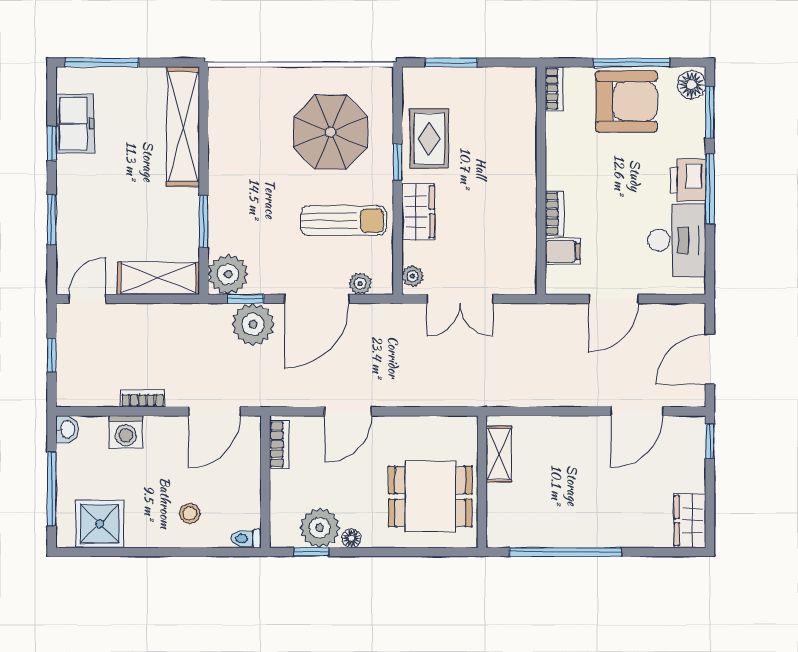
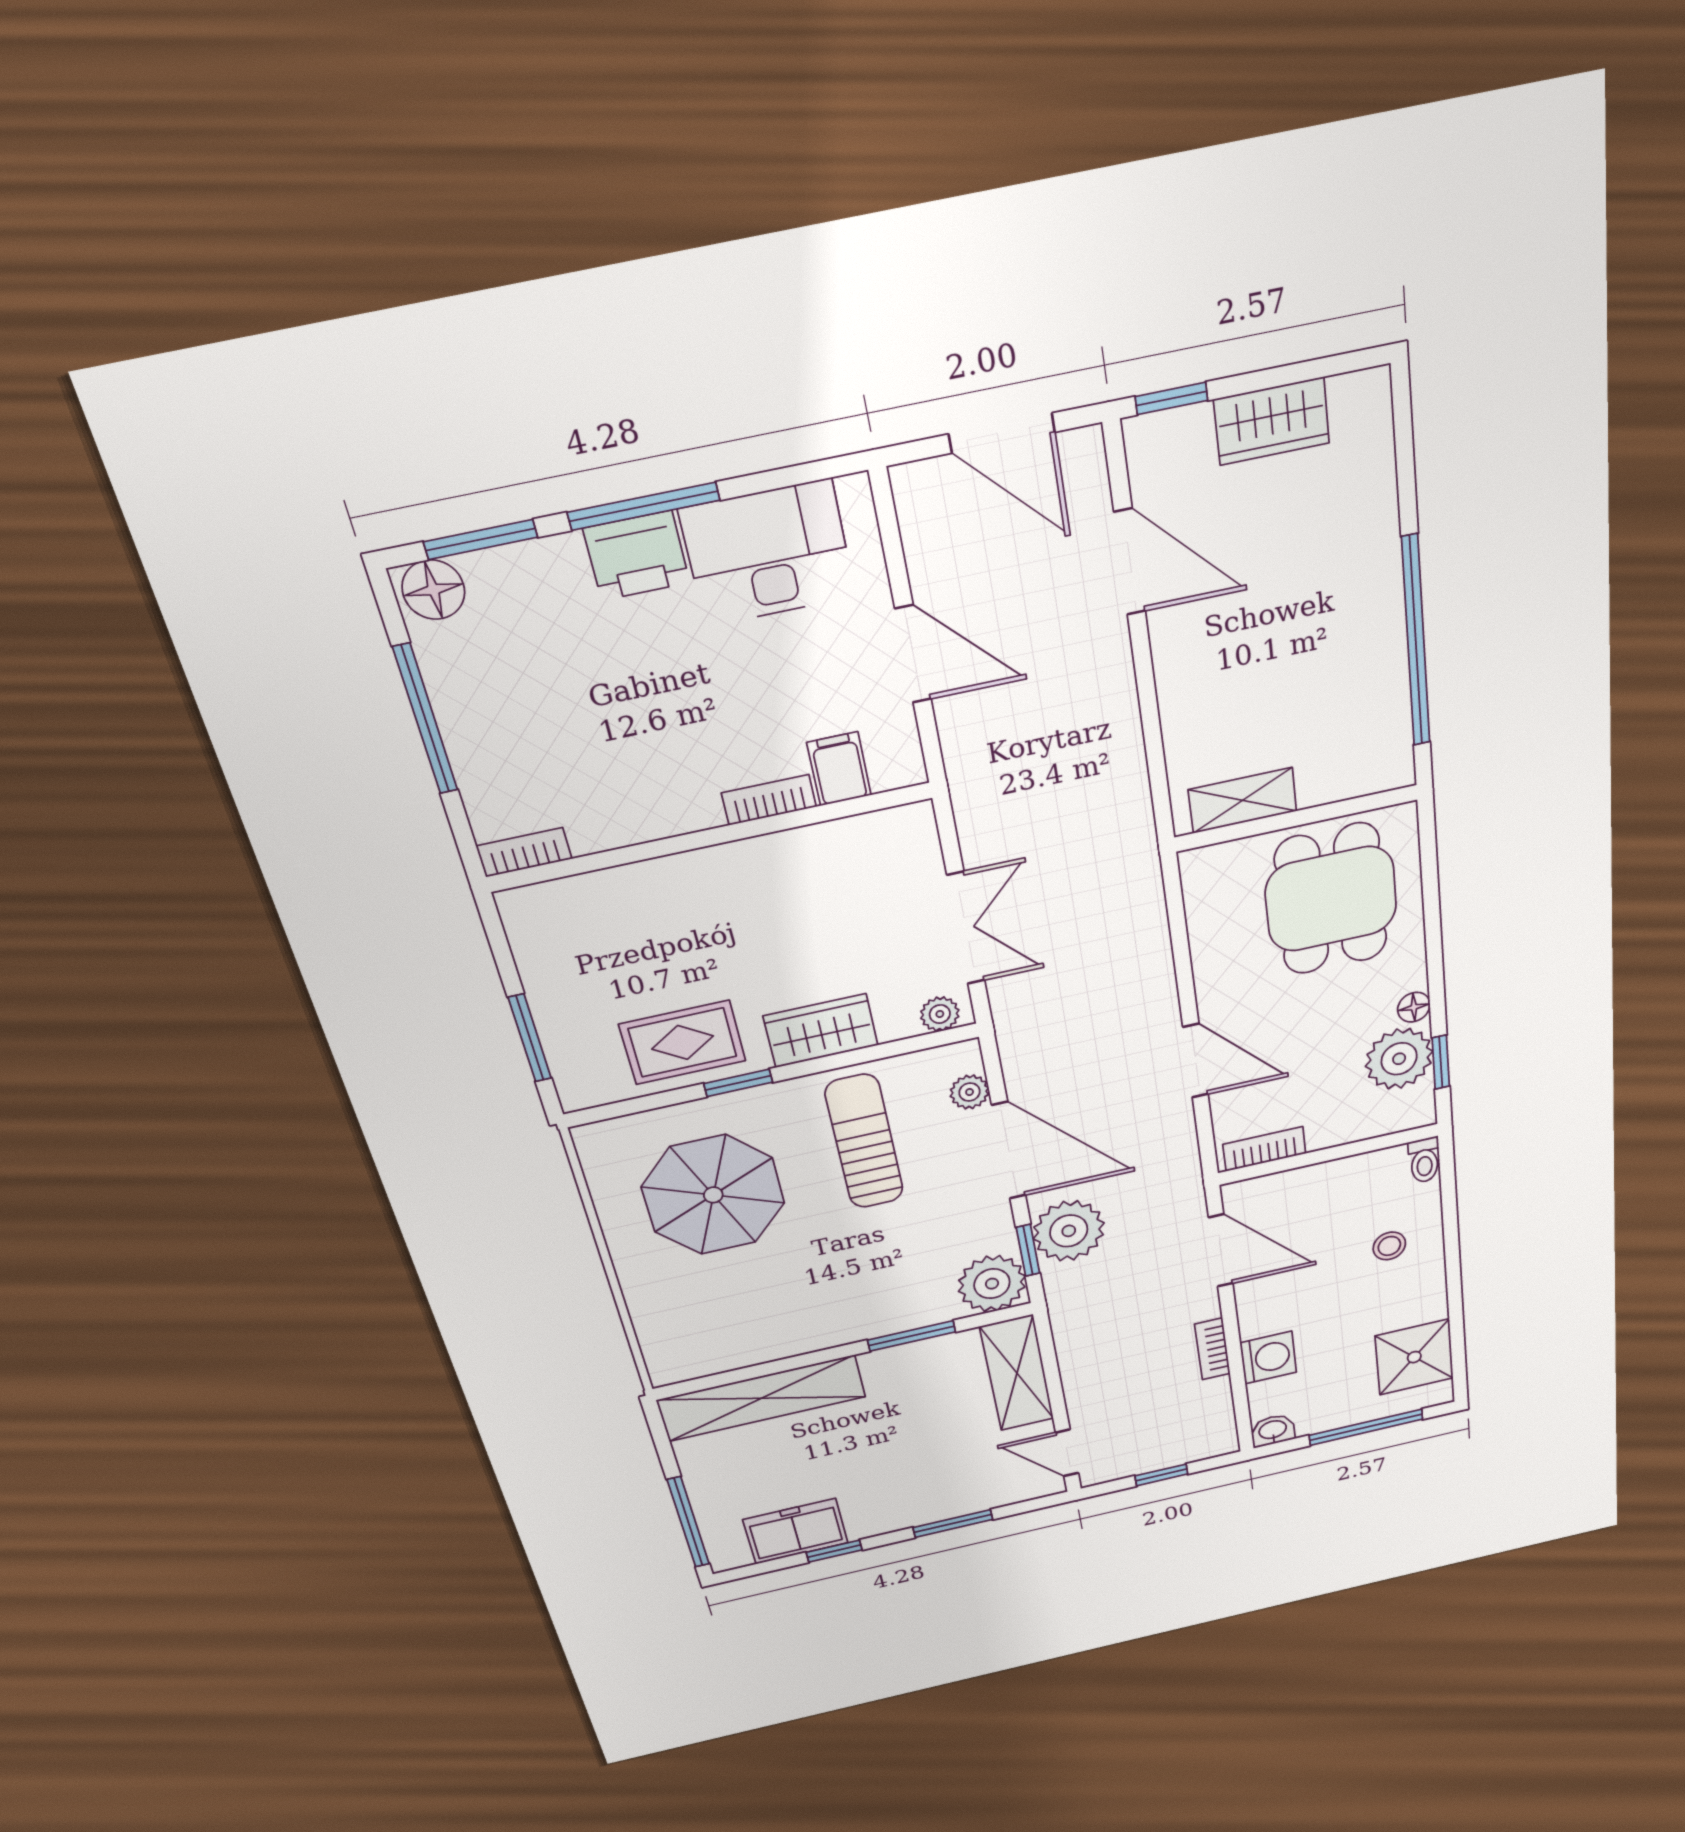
armchair: (626, 101) -> (508, 712), removed
wardrobe: (690, 521) -> (1272, 421), moved

